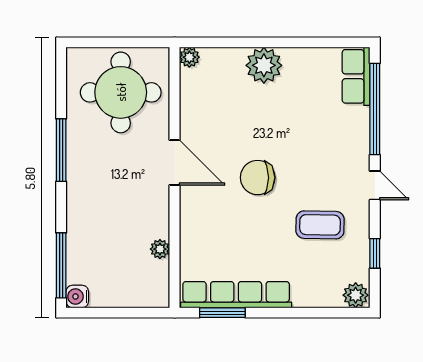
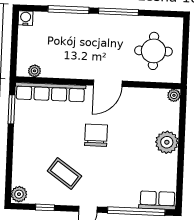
round table: (121, 92) -> (153, 51), width x0.73, depth x0.73
coffee table: (320, 225) -> (64, 174), turned -56
plant: (160, 249) -> (35, 71), moved
window: (61, 265) -> (68, 10), moved
row of seats: (236, 295) -> (50, 92), moved, turned 90

